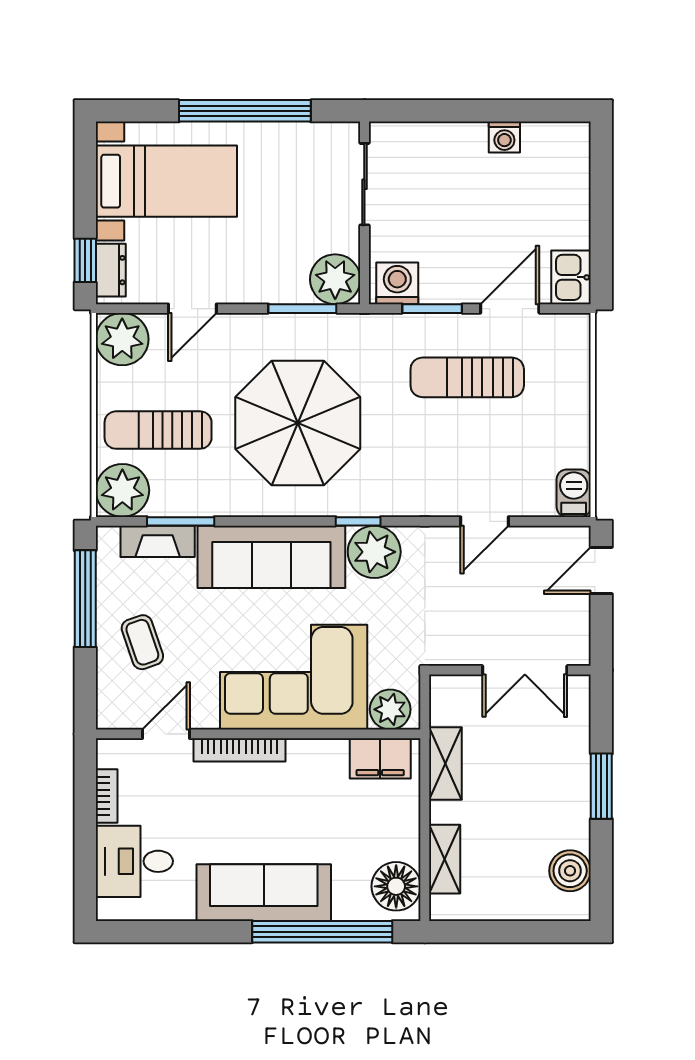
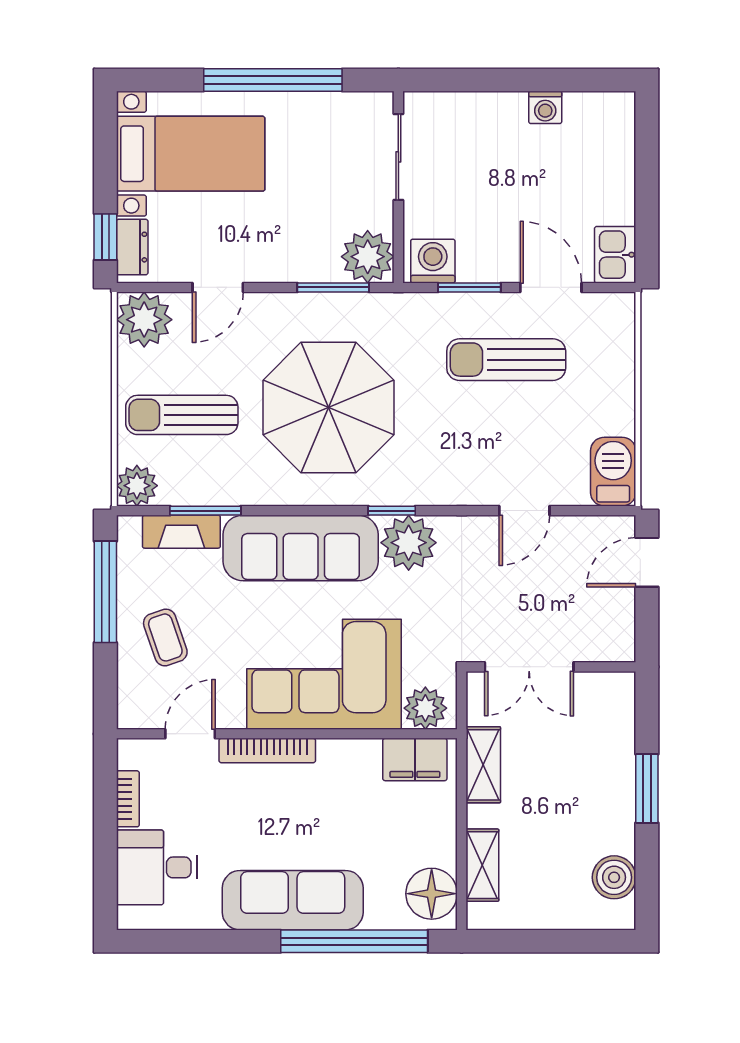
door: (510, 309) -> (551, 287), hinge flipped
plant: (122, 490) -> (137, 486), width x0.73, depth x0.73
barbecue: (574, 493) -> (613, 472), width x1.38, depth x1.27
double door: (525, 670) -> (529, 667), moved

